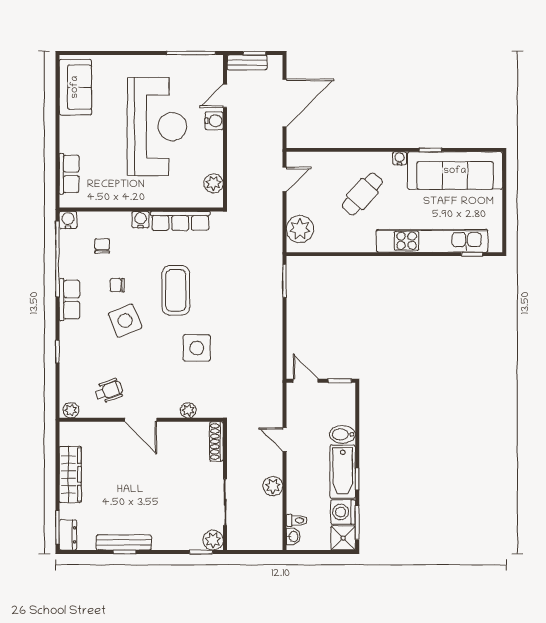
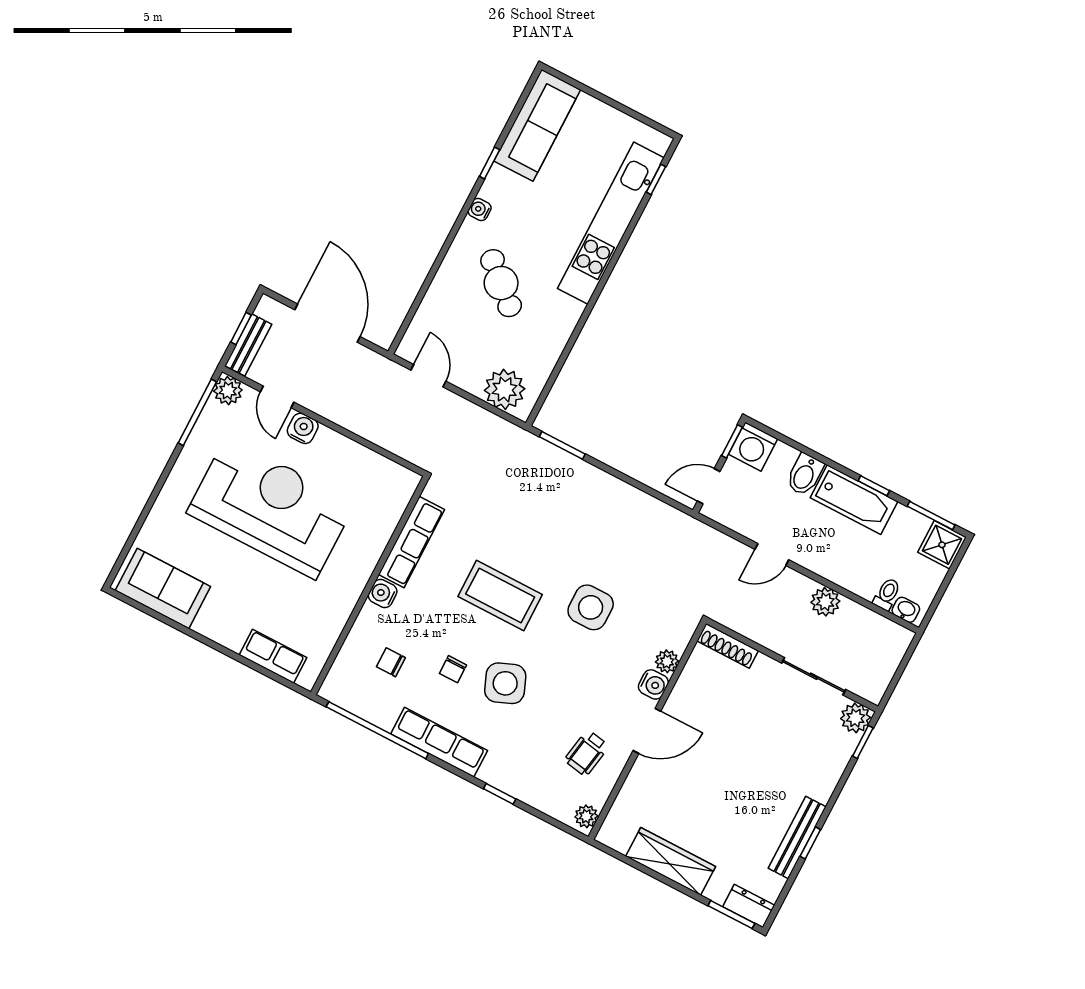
sofa: (455, 171) -> (537, 125), width x0.74, depth x0.79
plant: (214, 183) -> (228, 391), moved
water cooler: (68, 220) -> (653, 684), moved, turned 180
row of seats: (69, 300) -> (439, 742), width x1.48
wheelchair: (109, 391) -> (587, 753), turned -150
washing machine: (343, 512) -> (753, 447), moved

